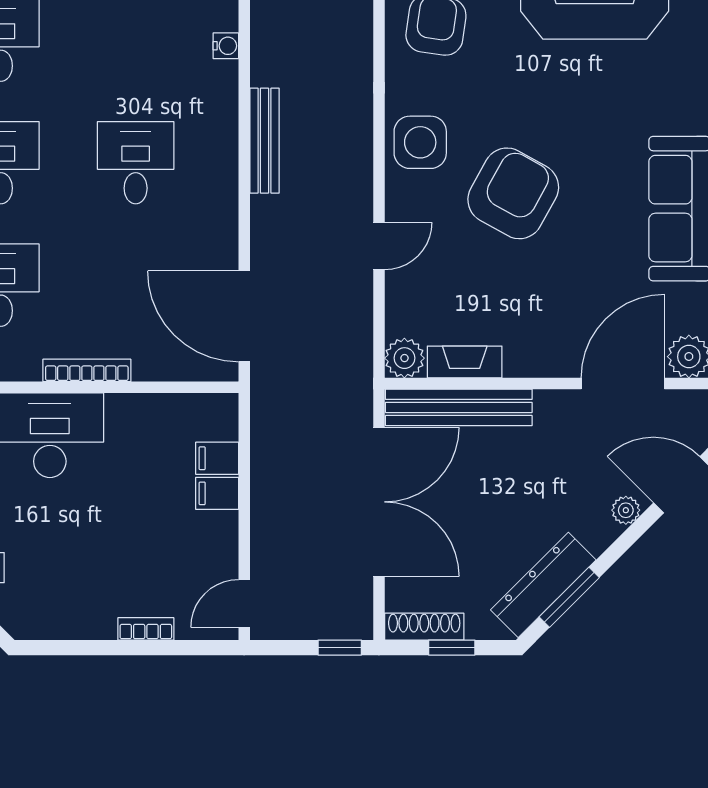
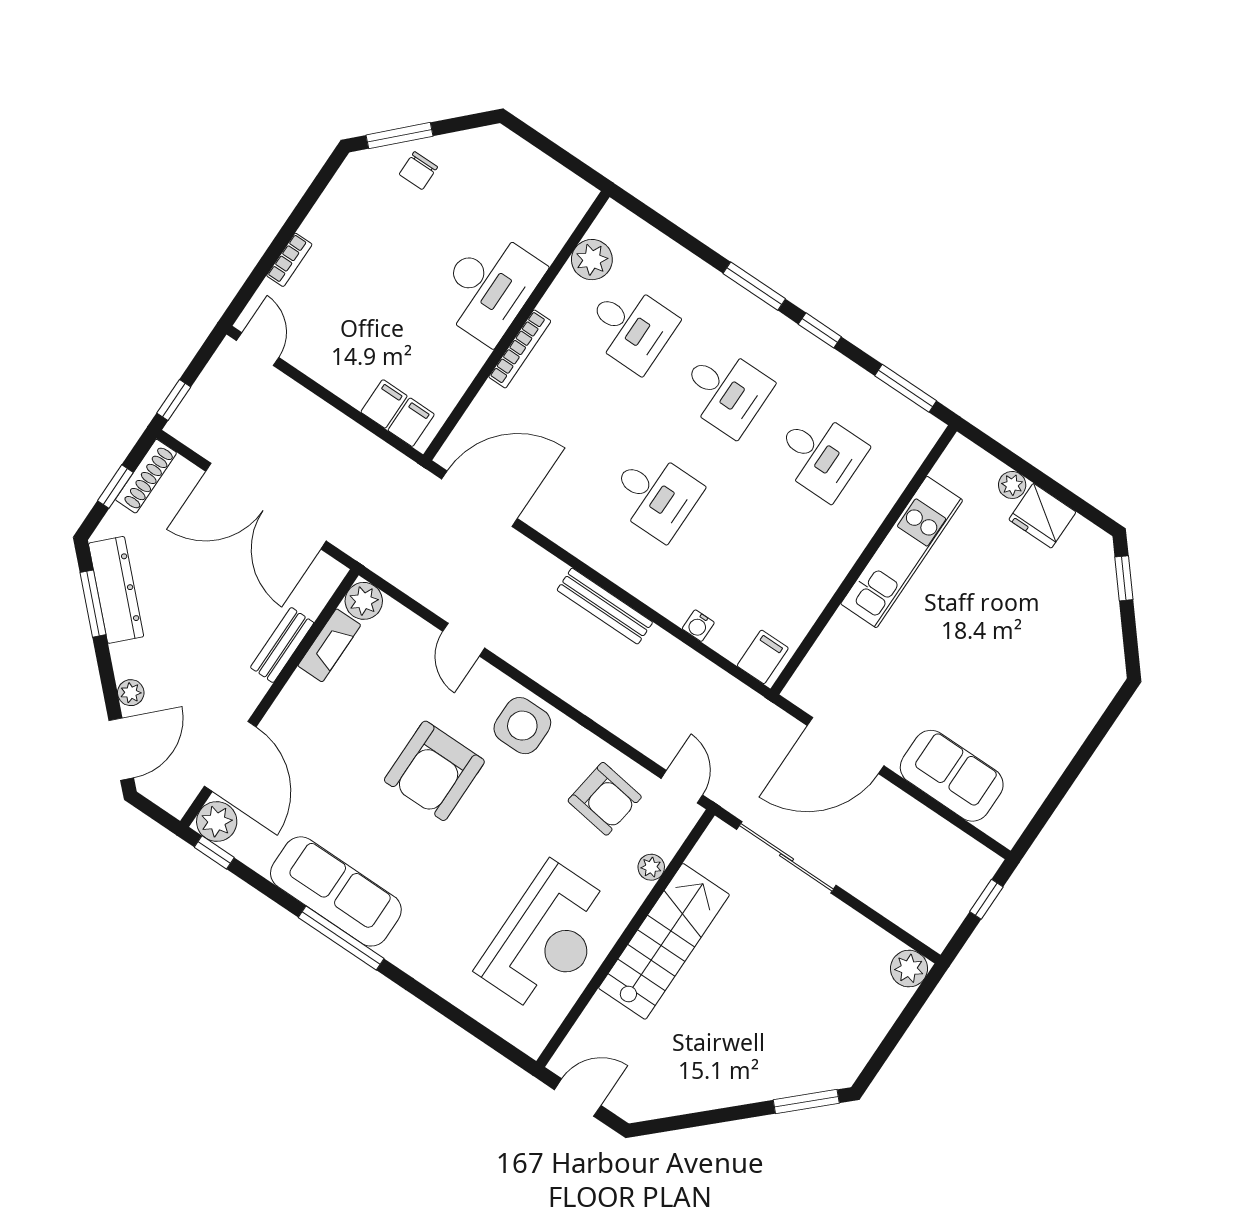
armchair: (513, 193) -> (434, 771), turned 61
bench: (459, 407) -> (282, 645), width x0.54, depth x0.82
filing cabinet: (217, 493) -> (411, 422), moved

